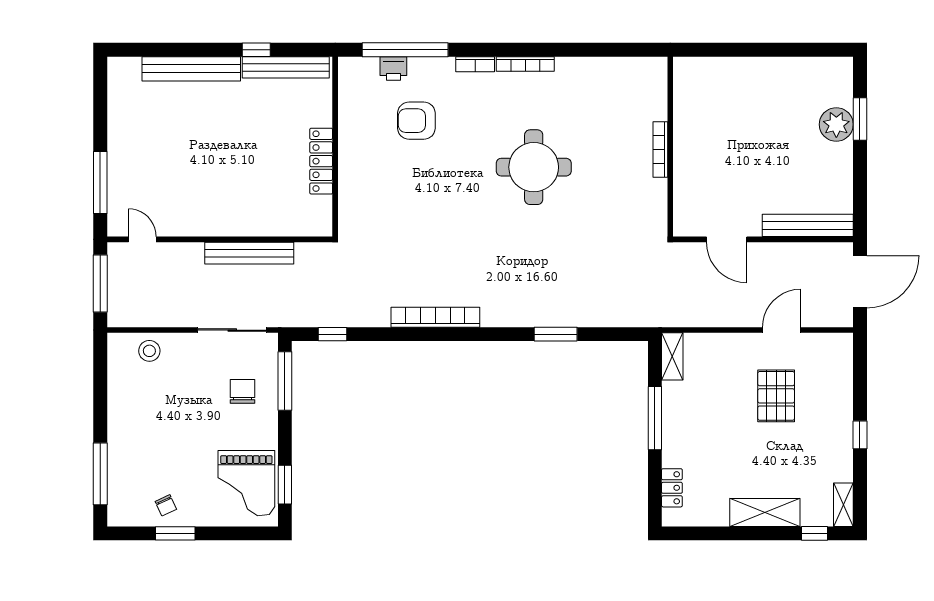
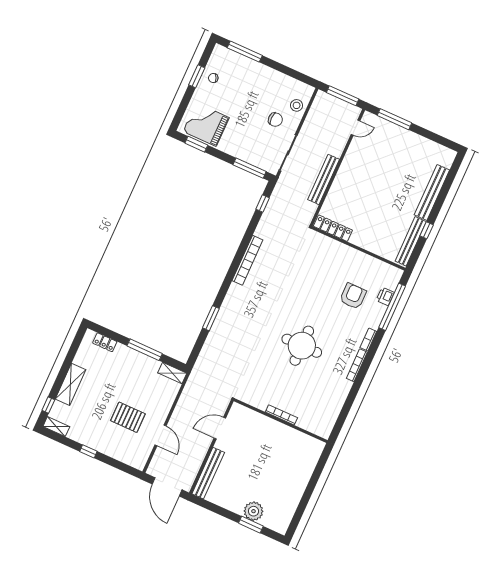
locker: (321, 161) -> (333, 228), moved
chair: (243, 391) -> (275, 120), moved

